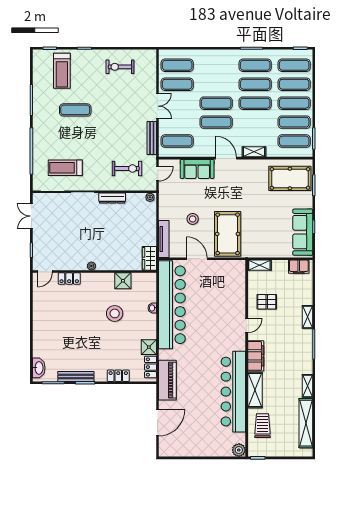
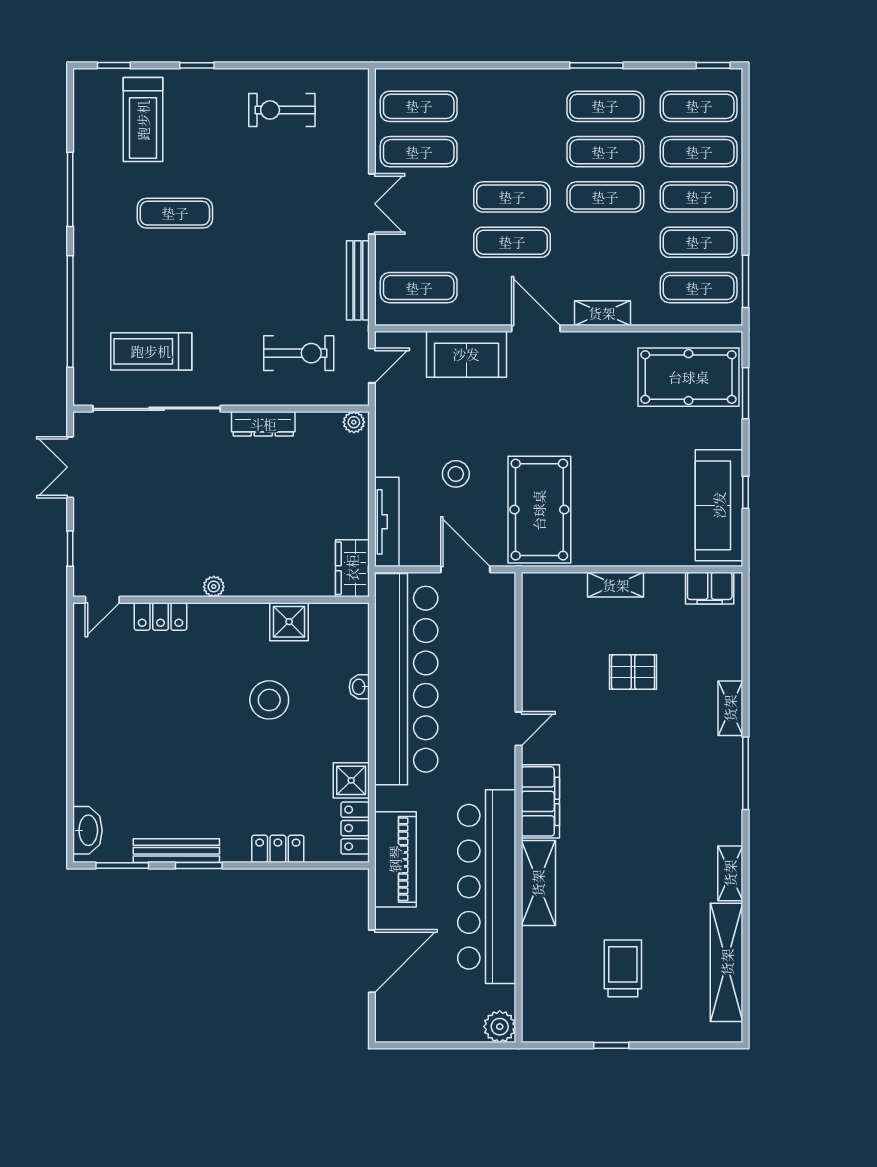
door: (247, 326) -> (519, 729), moved
filing cabinet: (256, 356) -> (540, 801), moved
wall: (247, 358) -> (519, 807), moved
shelving: (255, 390) -> (538, 883), moved
bar counter: (233, 392) -> (487, 887), moved
plant: (239, 450) -> (500, 1027), moved

